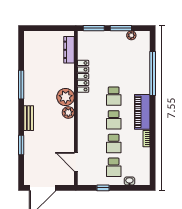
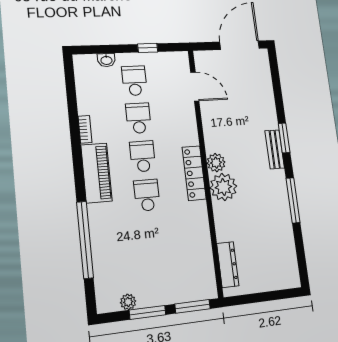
locker: (83, 76) -> (194, 173), moved
window: (21, 145) -> (284, 138), moved

